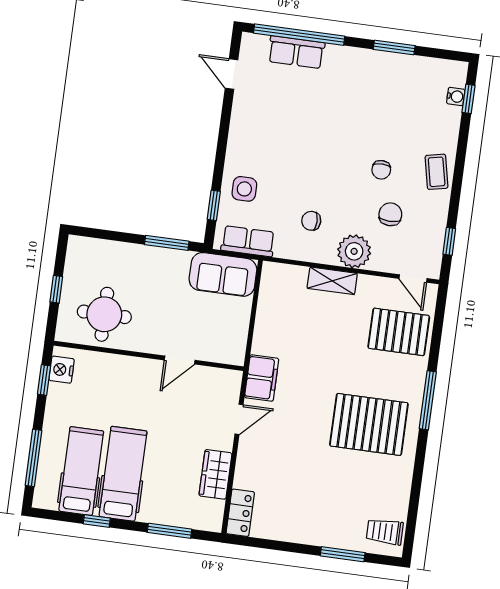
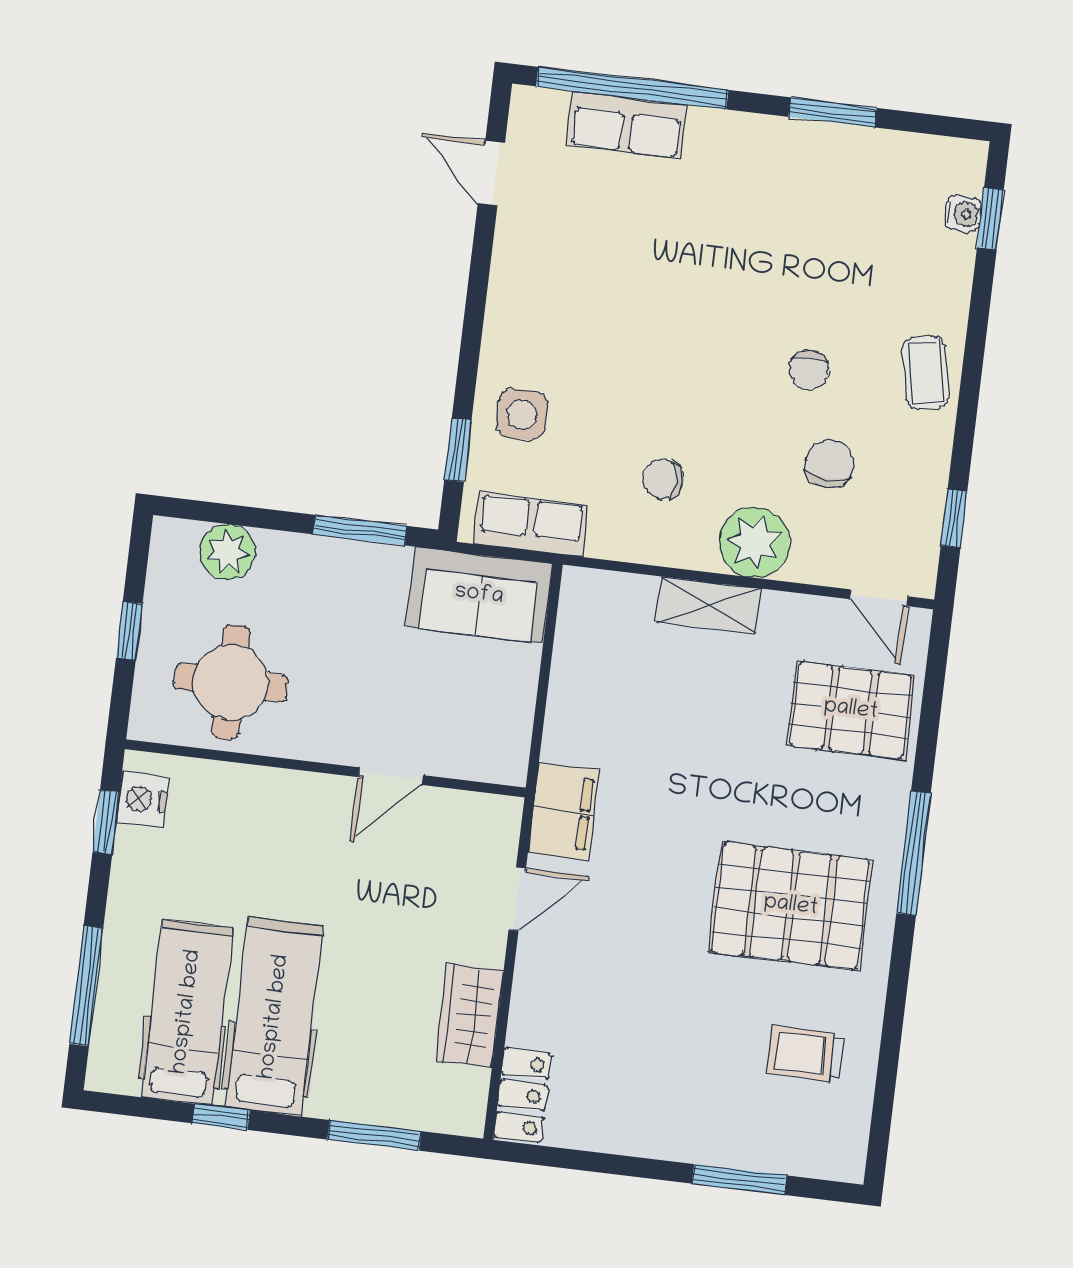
plant: (104, 252) -> (228, 552), added
trolley: (385, 532) -> (805, 1054), moved

